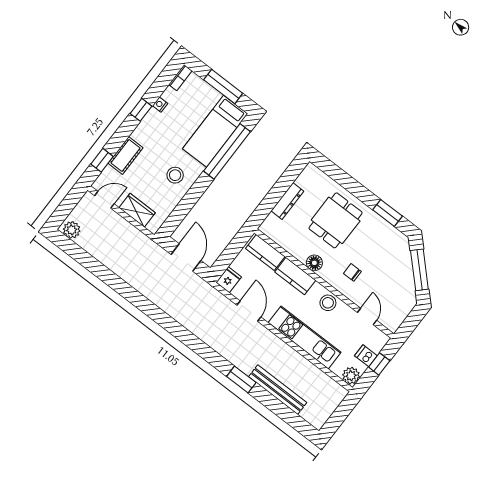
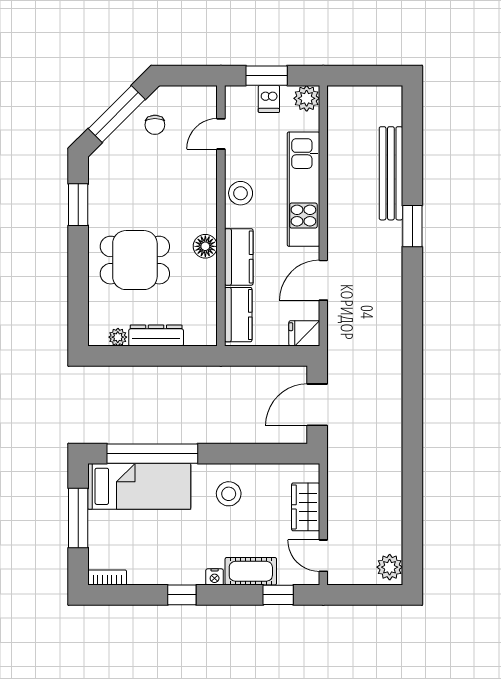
nightstand: (160, 105) -> (215, 577), moved
plant: (302, 180) -> (118, 337), added
chair: (352, 272) -> (155, 125), moved
window: (379, 364) -> (267, 76), width x1.50

